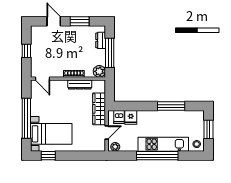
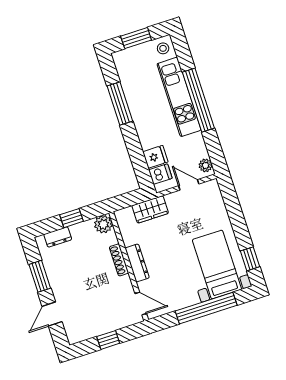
window: (110, 53) -> (72, 218), width x0.46
door: (42, 79) -> (141, 303), hinge flipped
dresser: (80, 85) -> (137, 263), moved
wardrobe: (99, 109) -> (150, 209), width x0.67

